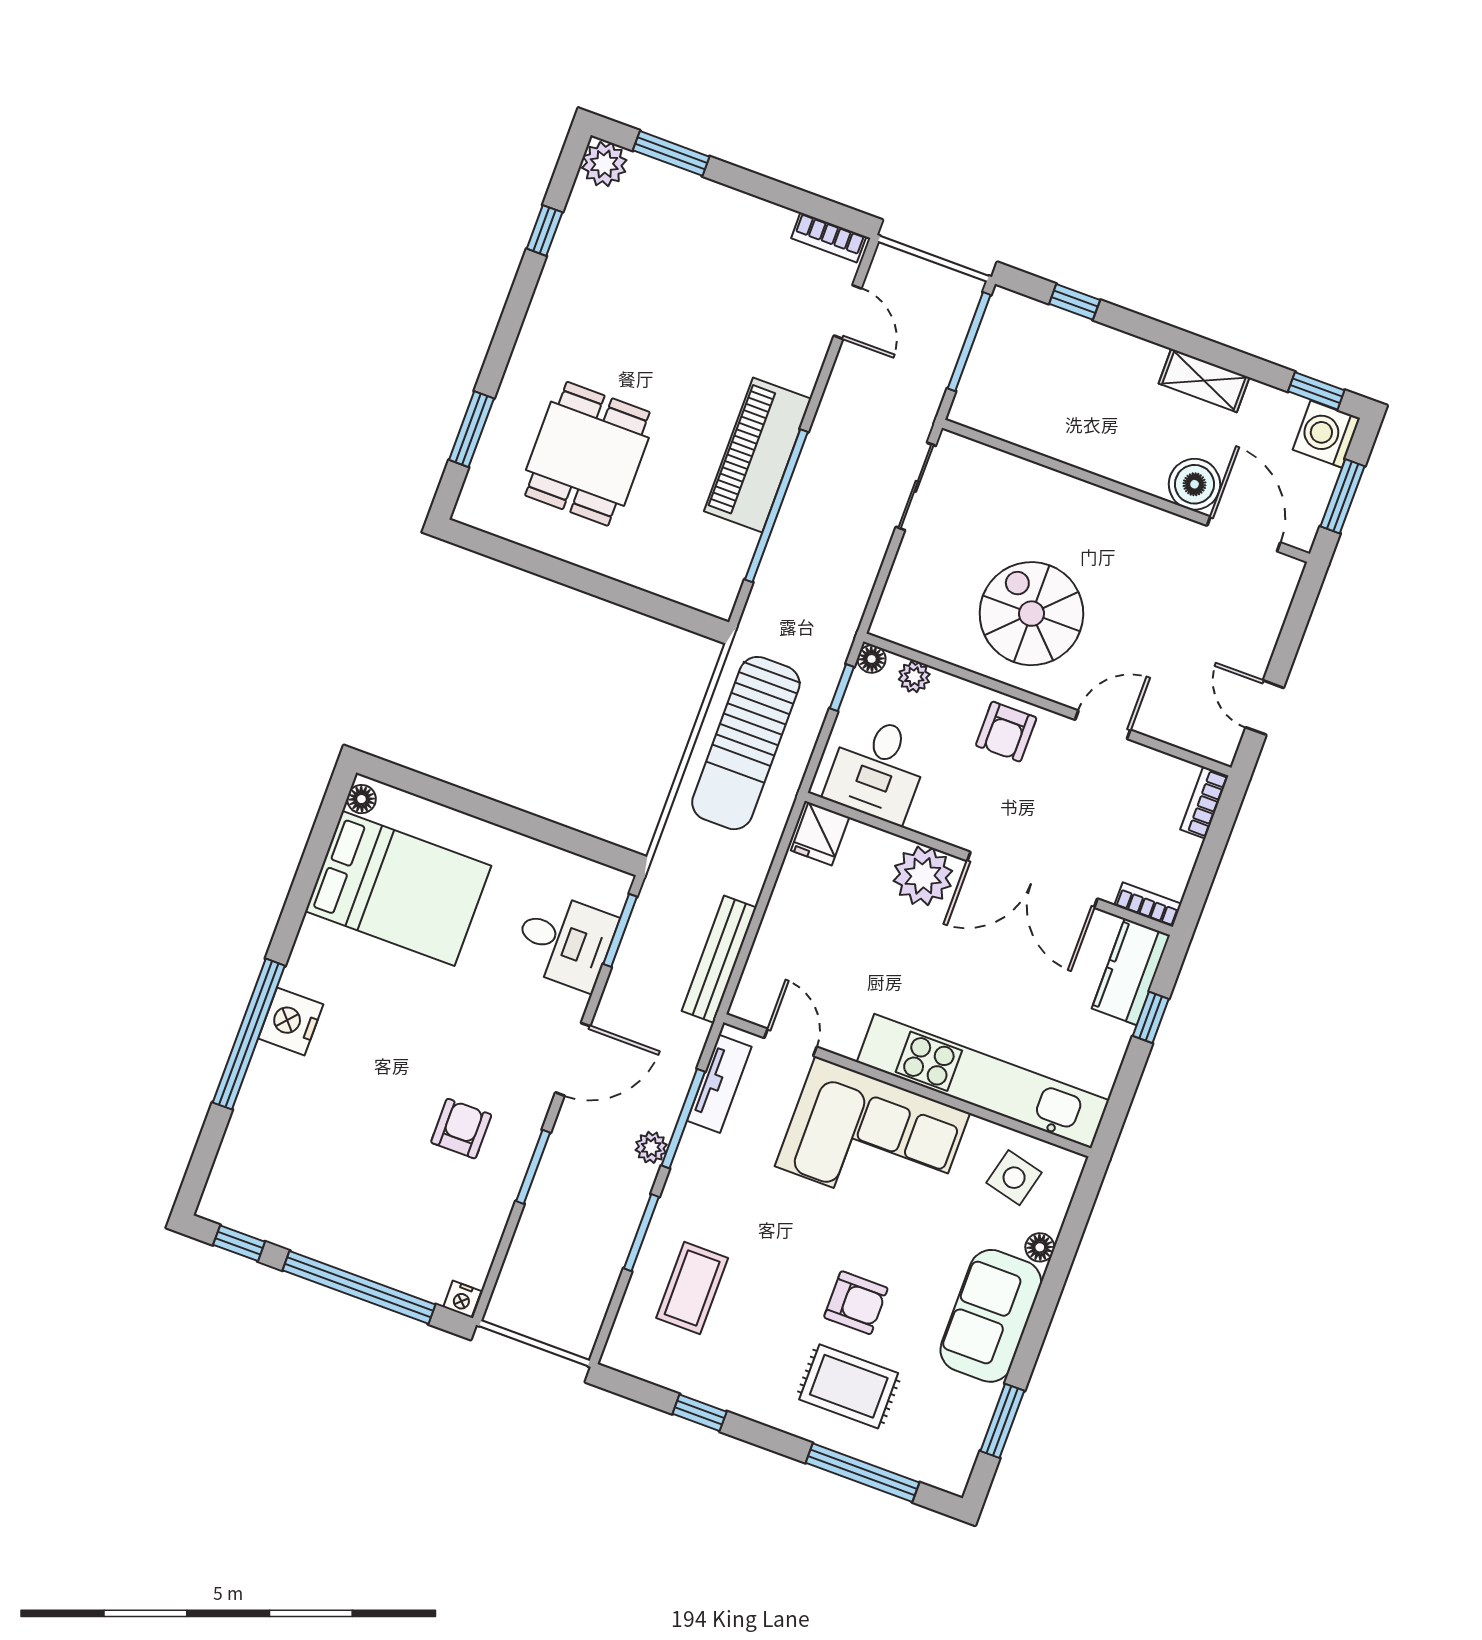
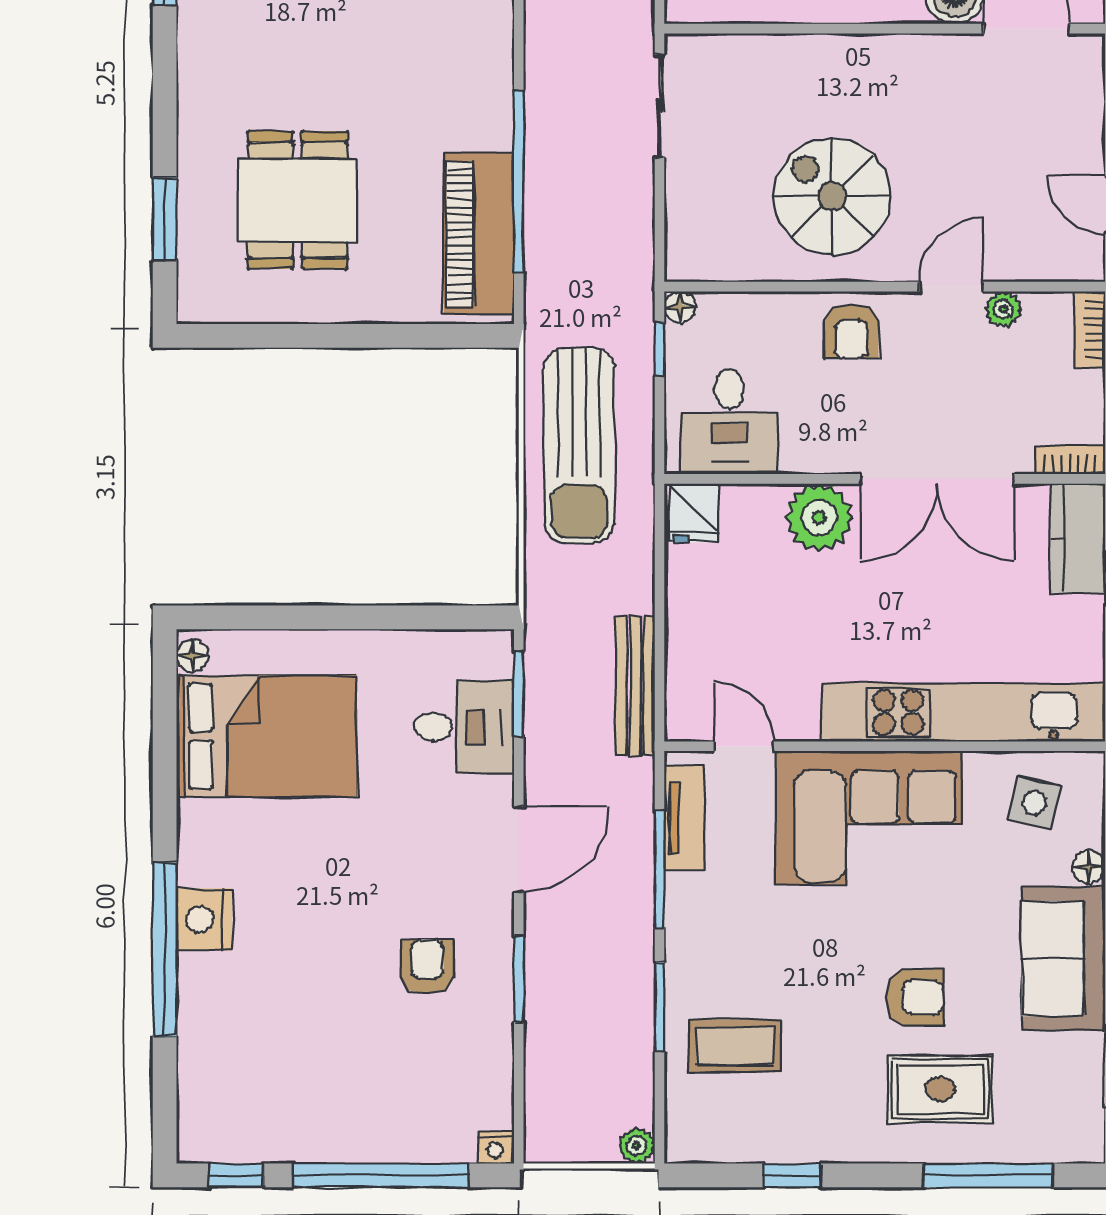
piano: (758, 455) -> (479, 234), moved
plant: (914, 677) -> (1003, 309), moved
plant: (651, 1147) -> (637, 1146), moved
coffee table: (692, 1288) -> (735, 1046), turned 90

